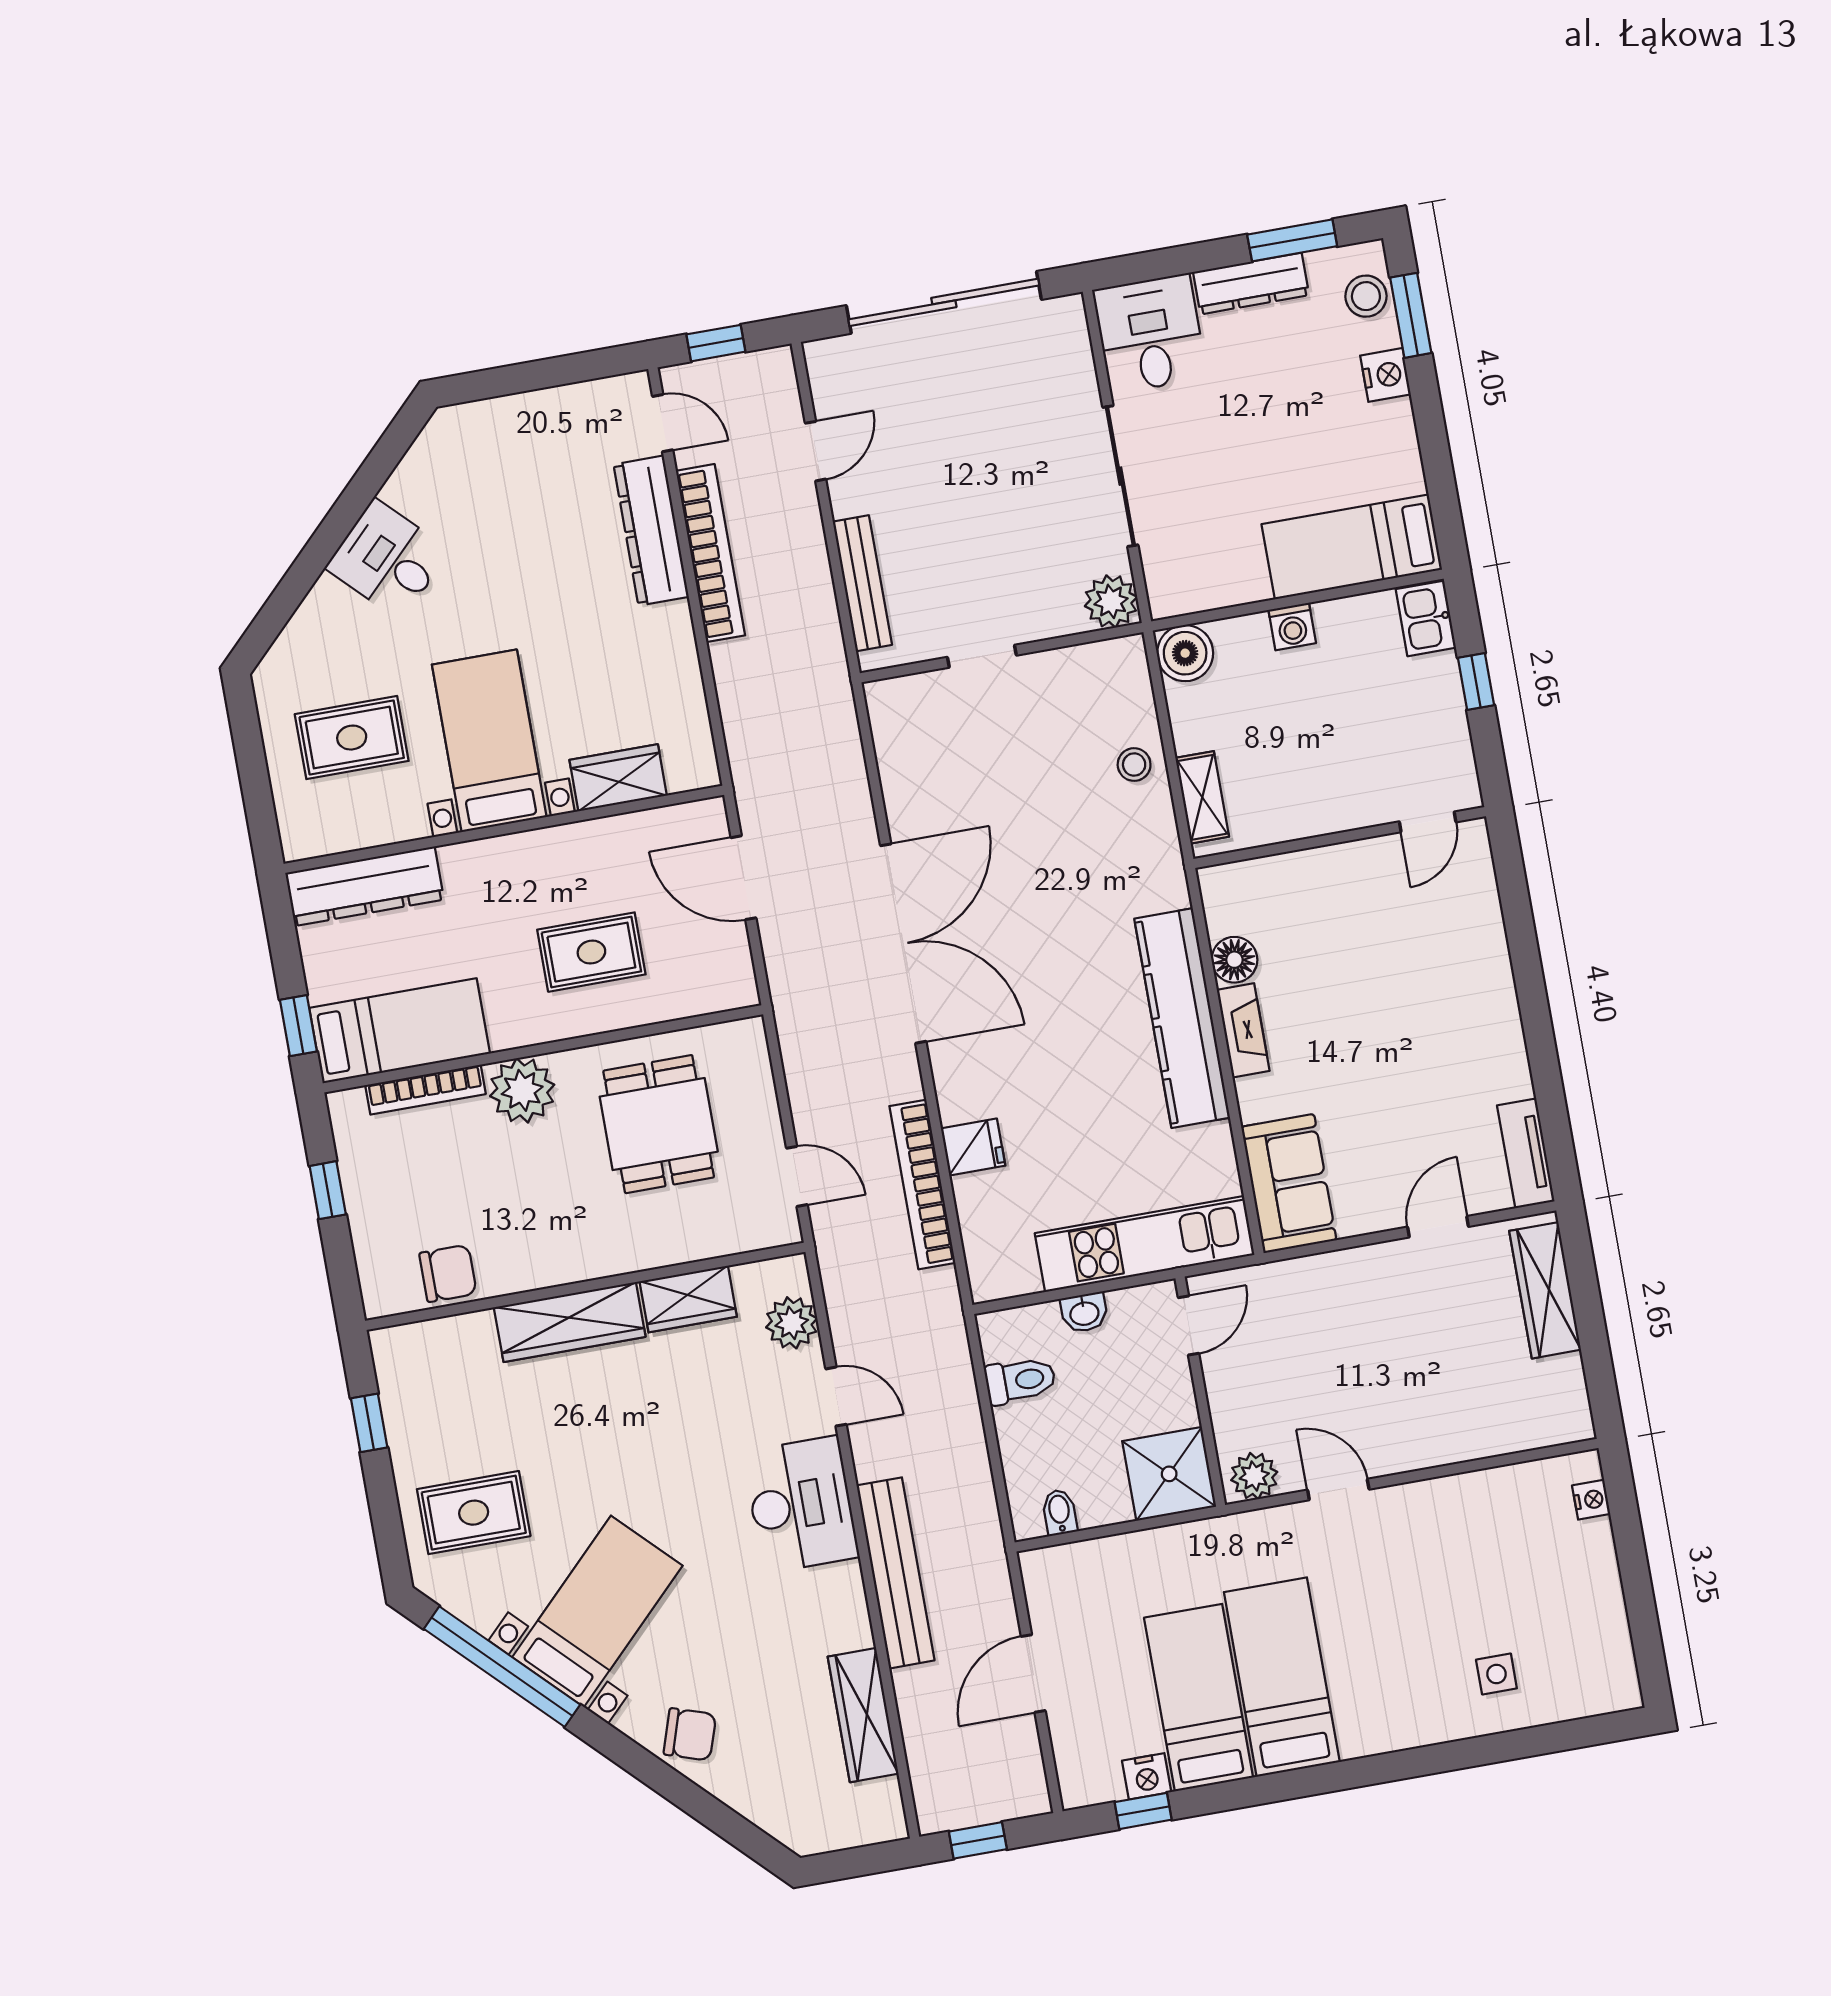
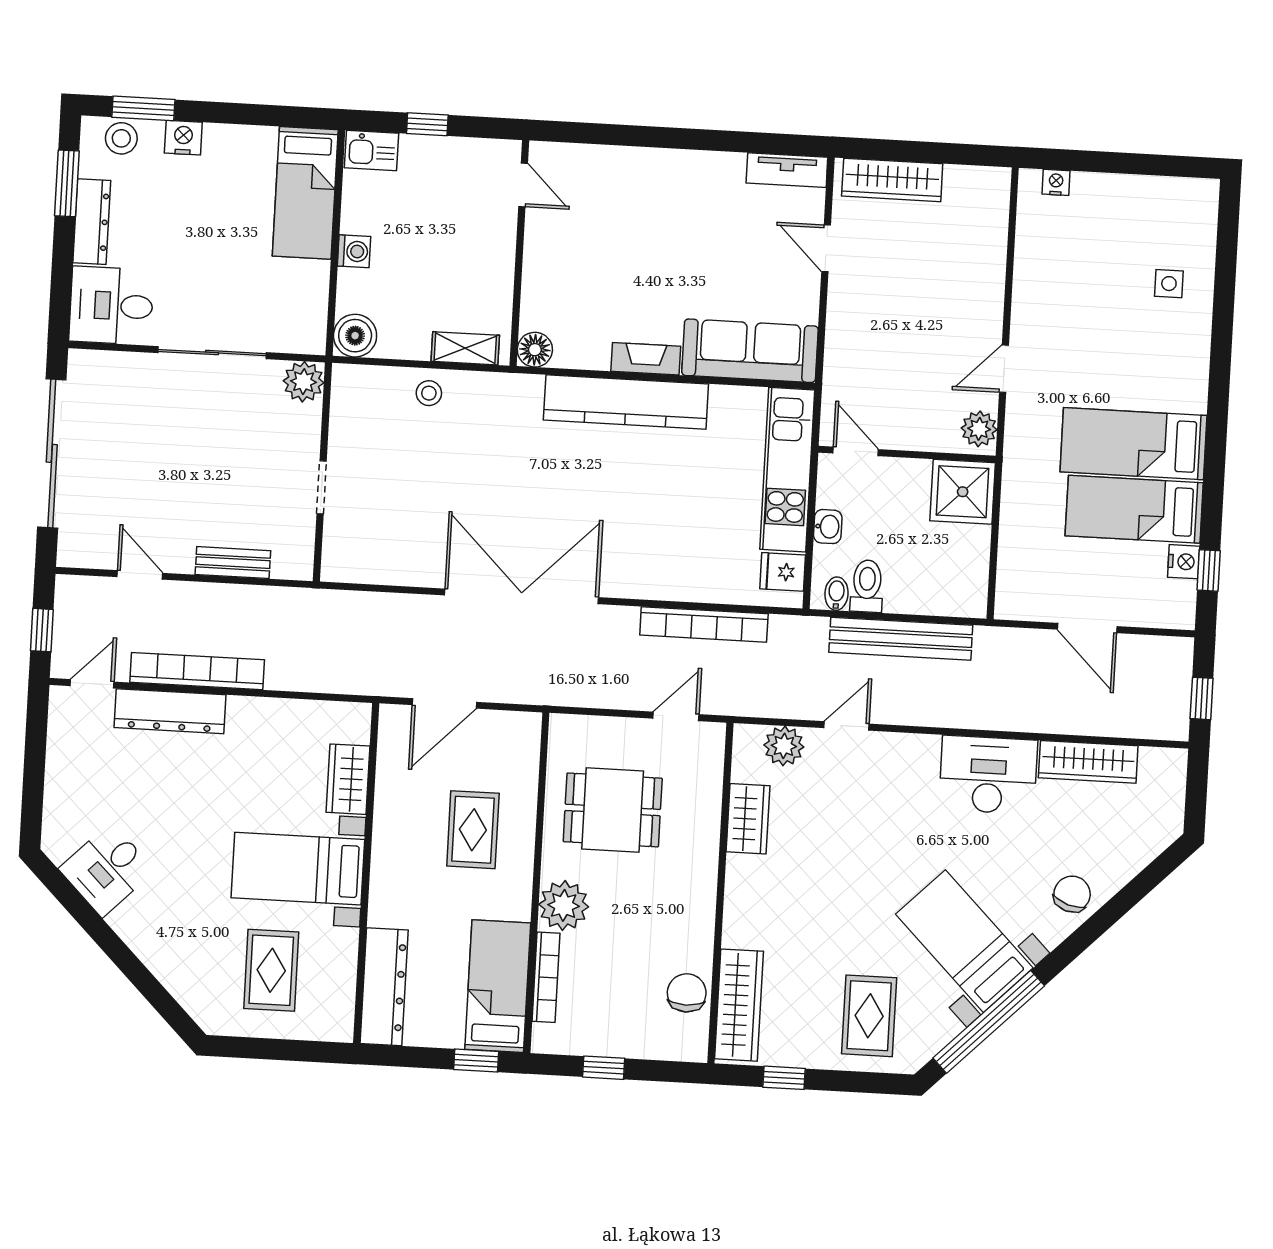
desk: (388, 559) -> (107, 870), moved
bench: (862, 583) -> (233, 563), width x0.73
floor lamp: (1234, 960) -> (535, 350), moved
fridge: (973, 1147) -> (783, 572), moved, turned -90
sofa: (1289, 1183) -> (750, 351), width x1.36
wardrobe: (570, 1322) -> (739, 1005), moved
desk: (801, 1505) -> (988, 775), moved
bidet: (1060, 1512) -> (836, 594), moved, turned 90
bench: (896, 1573) -> (901, 639), moved

